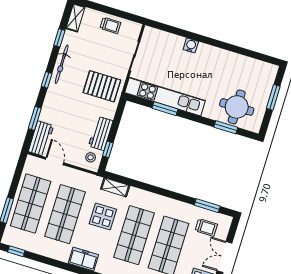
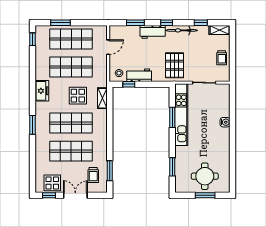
round table: (237, 107) -> (205, 176), moved
workbench: (41, 139) -> (153, 32), moved

